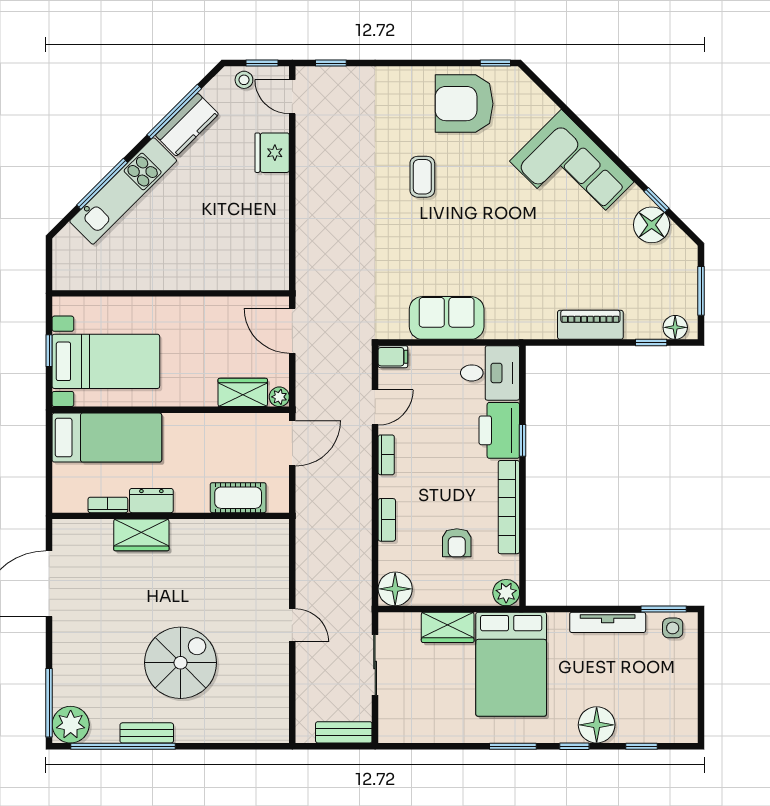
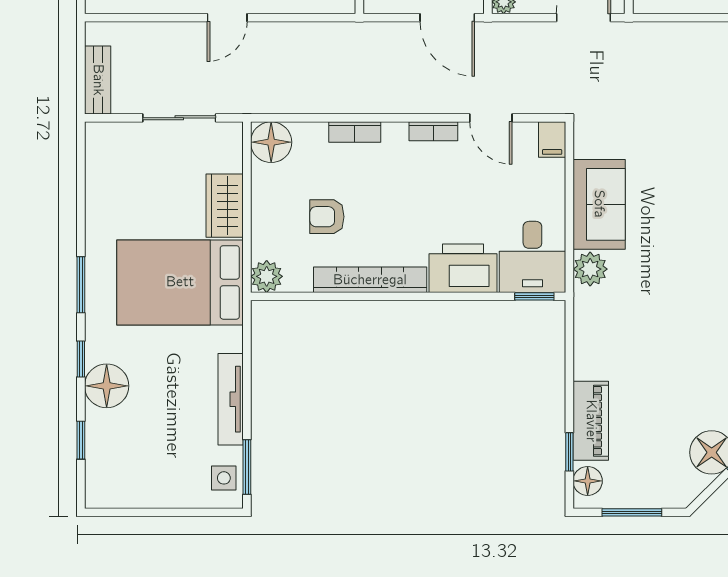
plant: (500, 325) -> (590, 269), added
piano: (590, 325) -> (591, 421), moved
window: (523, 440) -> (534, 296), moved

